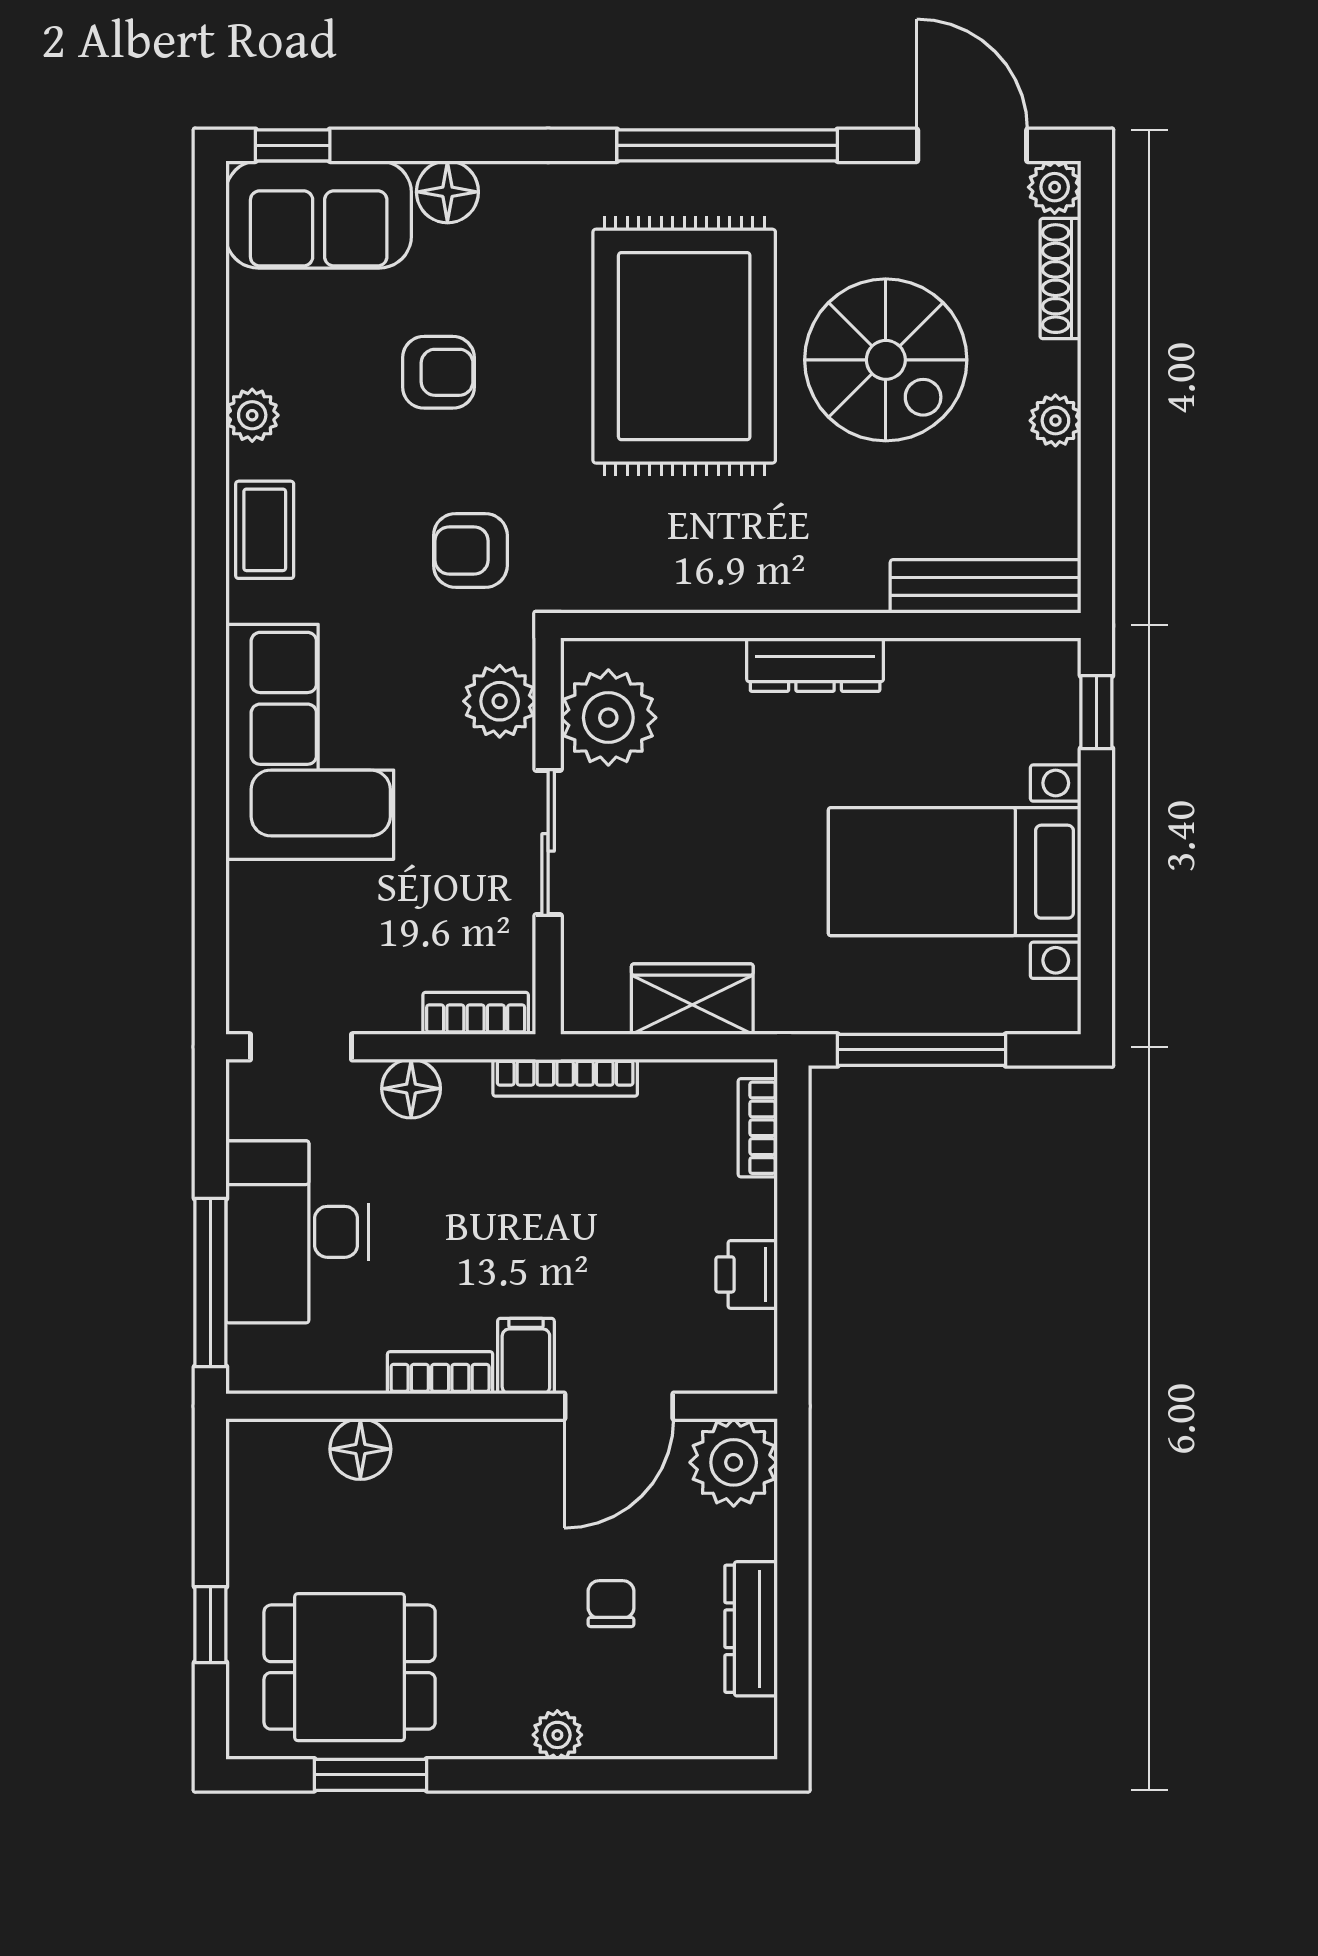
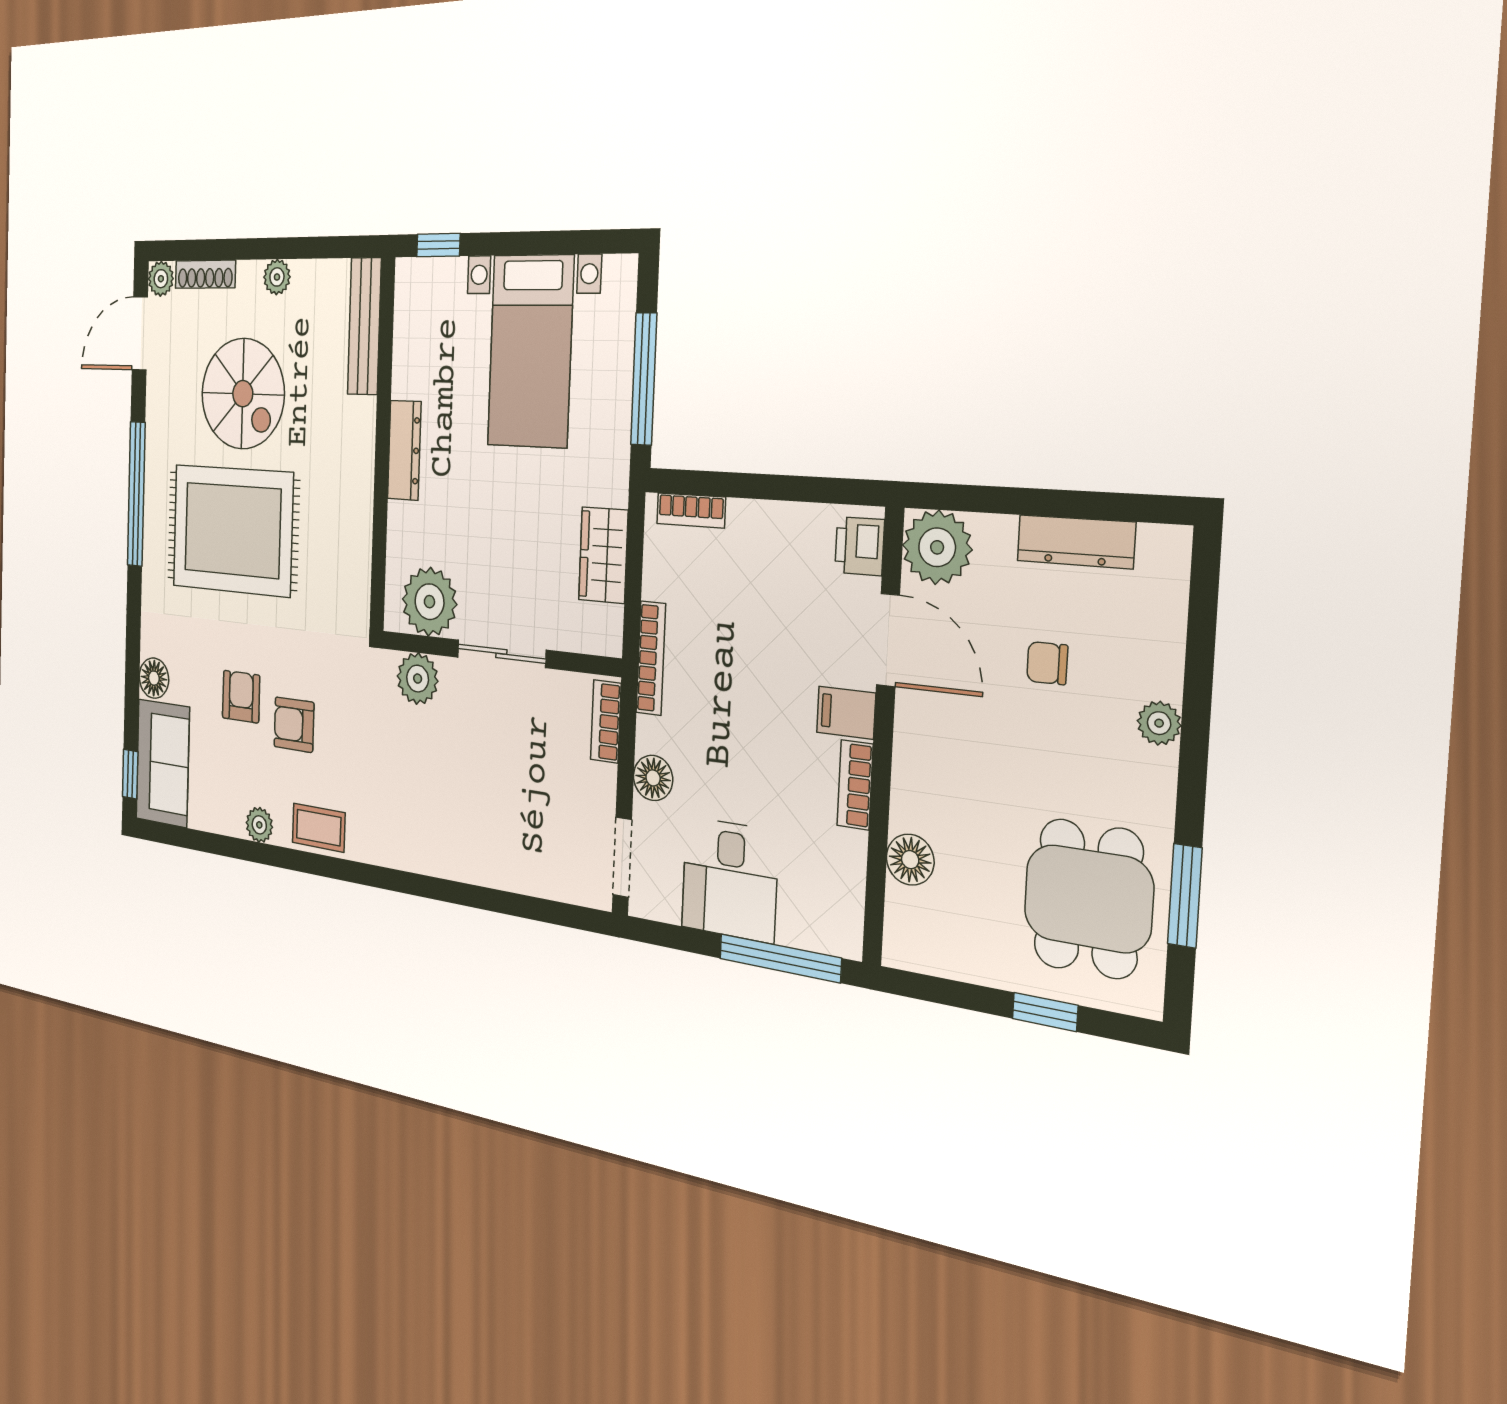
spiral stairs: (886, 360) -> (243, 394), turned 90
armchair: (470, 550) -> (294, 725), moved, turned 90
corner sofa: (310, 742) -> (436, 818), removed
desk: (297, 1232) -> (730, 880), width x0.73
printer: (747, 1274) -> (860, 546), moved, turned 90

